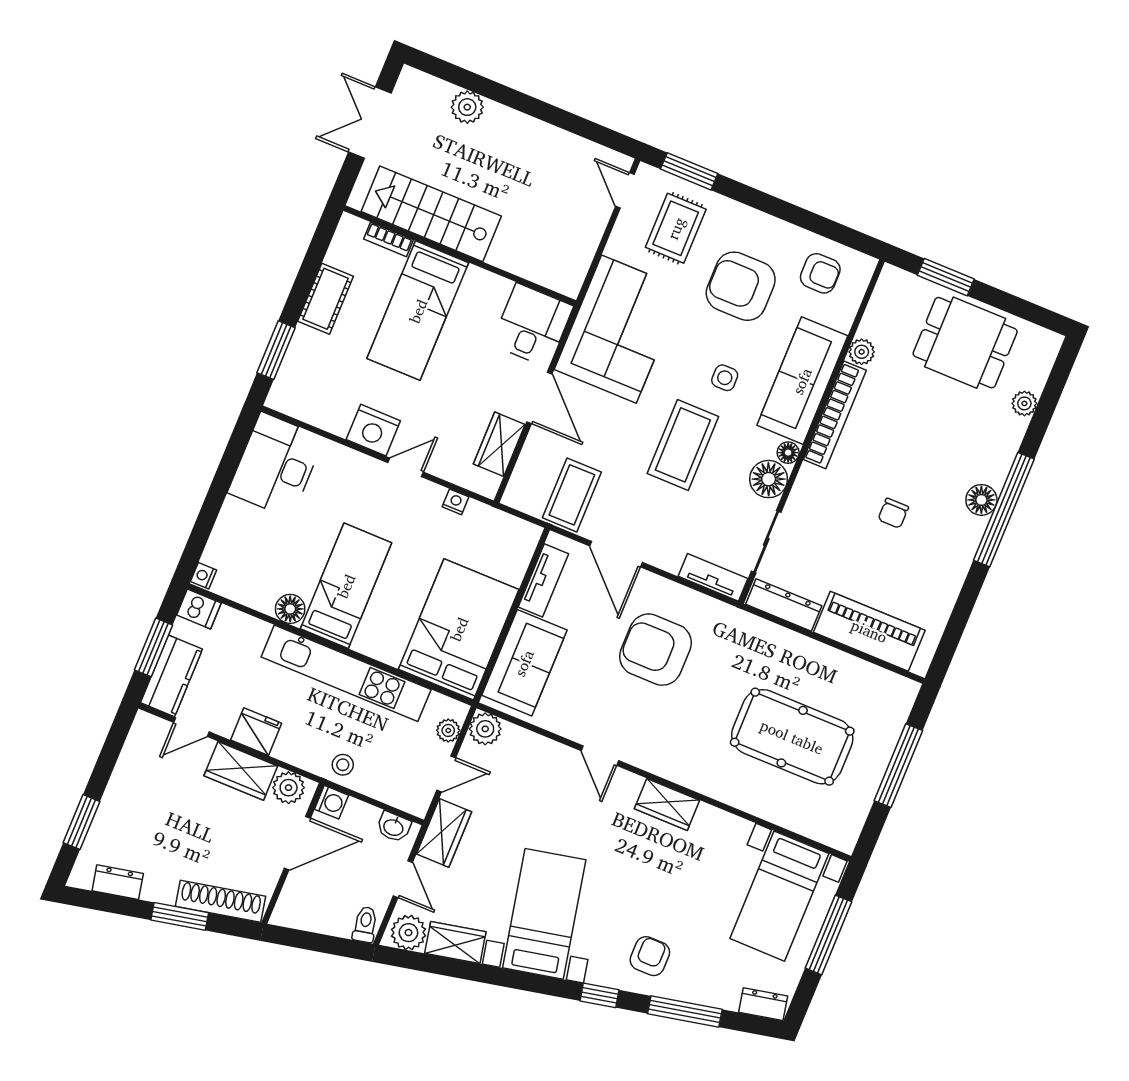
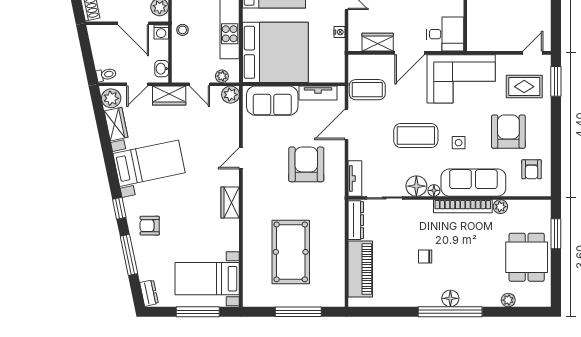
bed: (459, 629) -> (275, 52), width x1.36
armchair: (650, 956) -> (150, 226), turned 180

